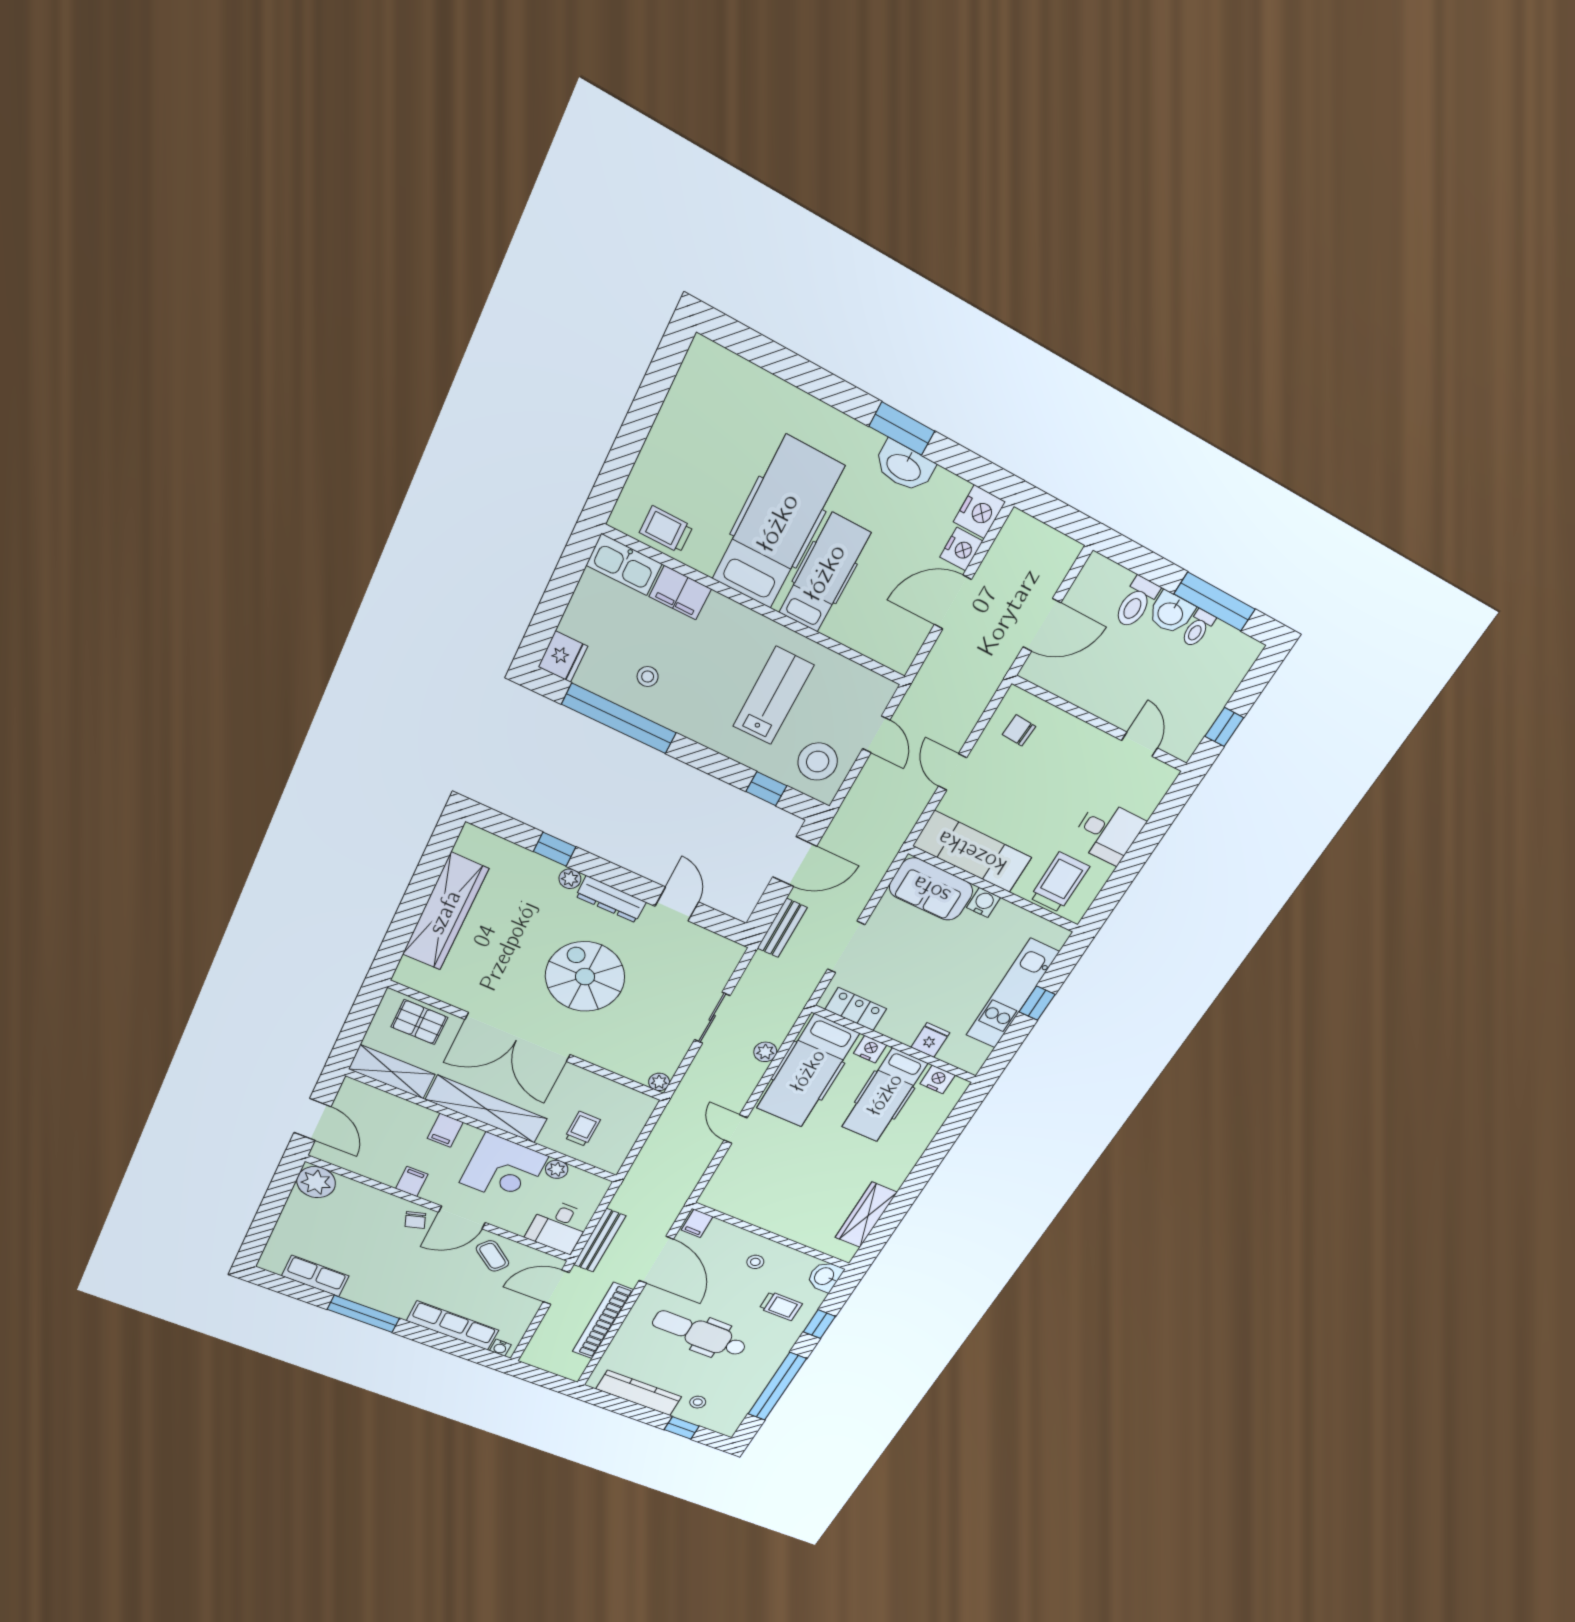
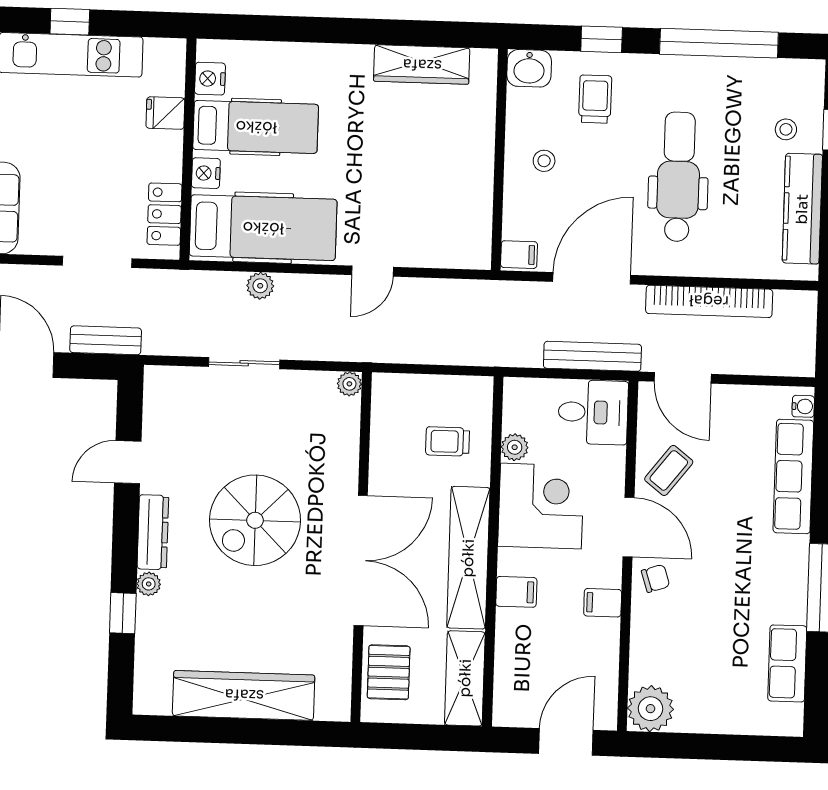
dental chair: (700, 1334) -> (678, 177), turned 180

